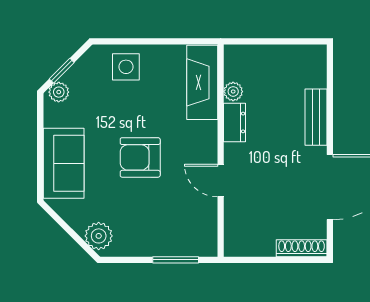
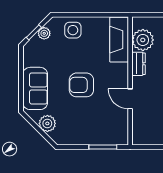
plant: (233, 91) -> (143, 40), width x1.87, depth x1.87
plant: (59, 92) -> (44, 33), moved
plant: (99, 236) -> (47, 123), moved

